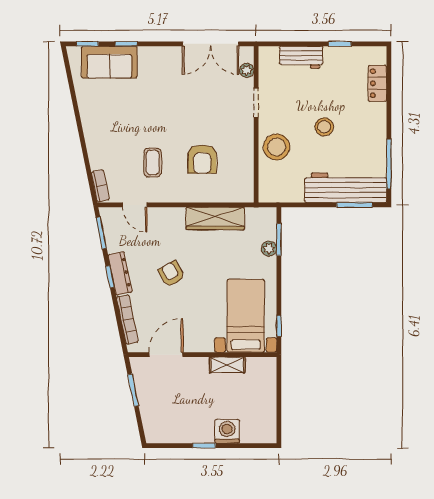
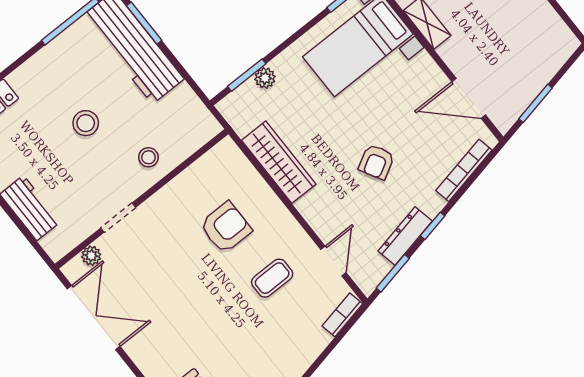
stool: (277, 147) -> (148, 157), width x0.53, depth x0.53
dresser: (120, 273) -> (405, 236), moved

